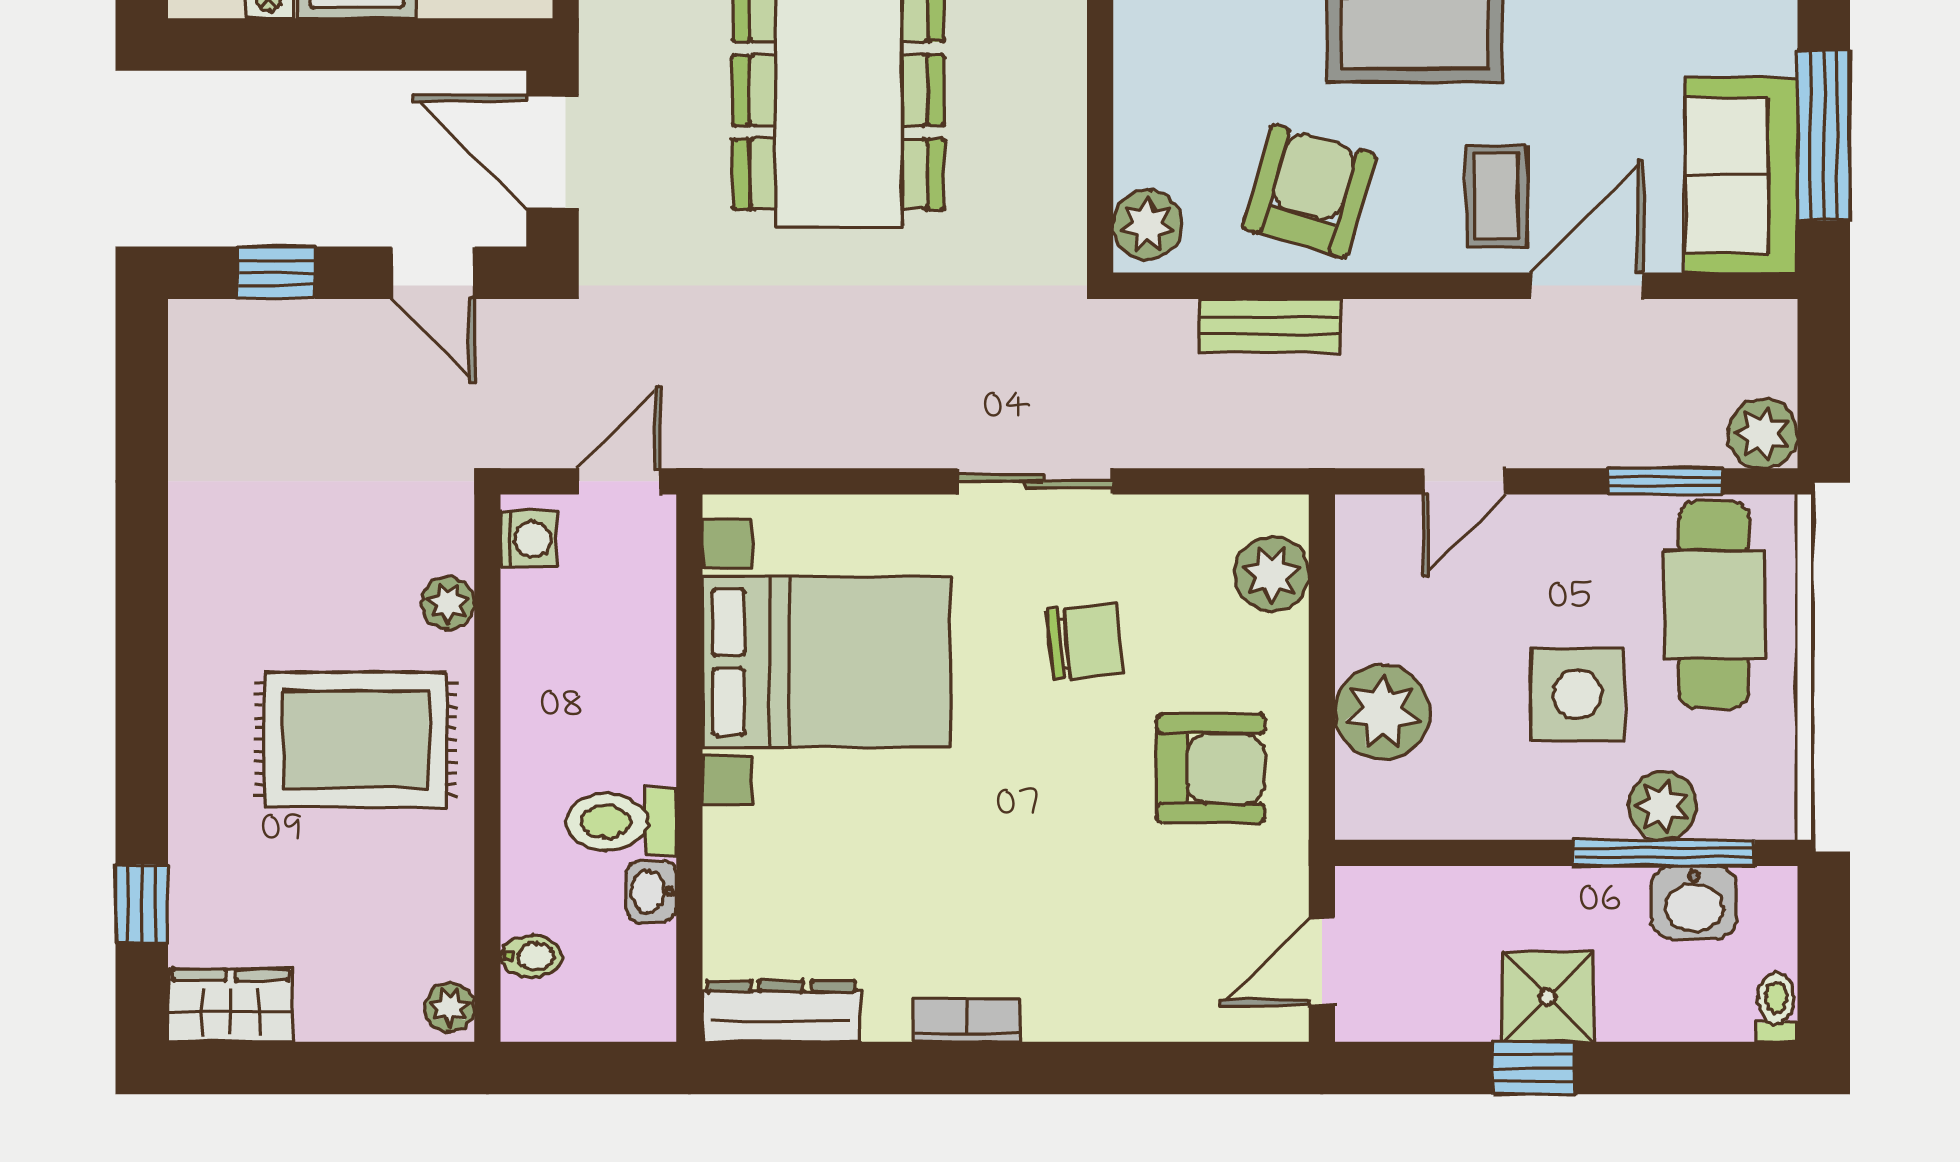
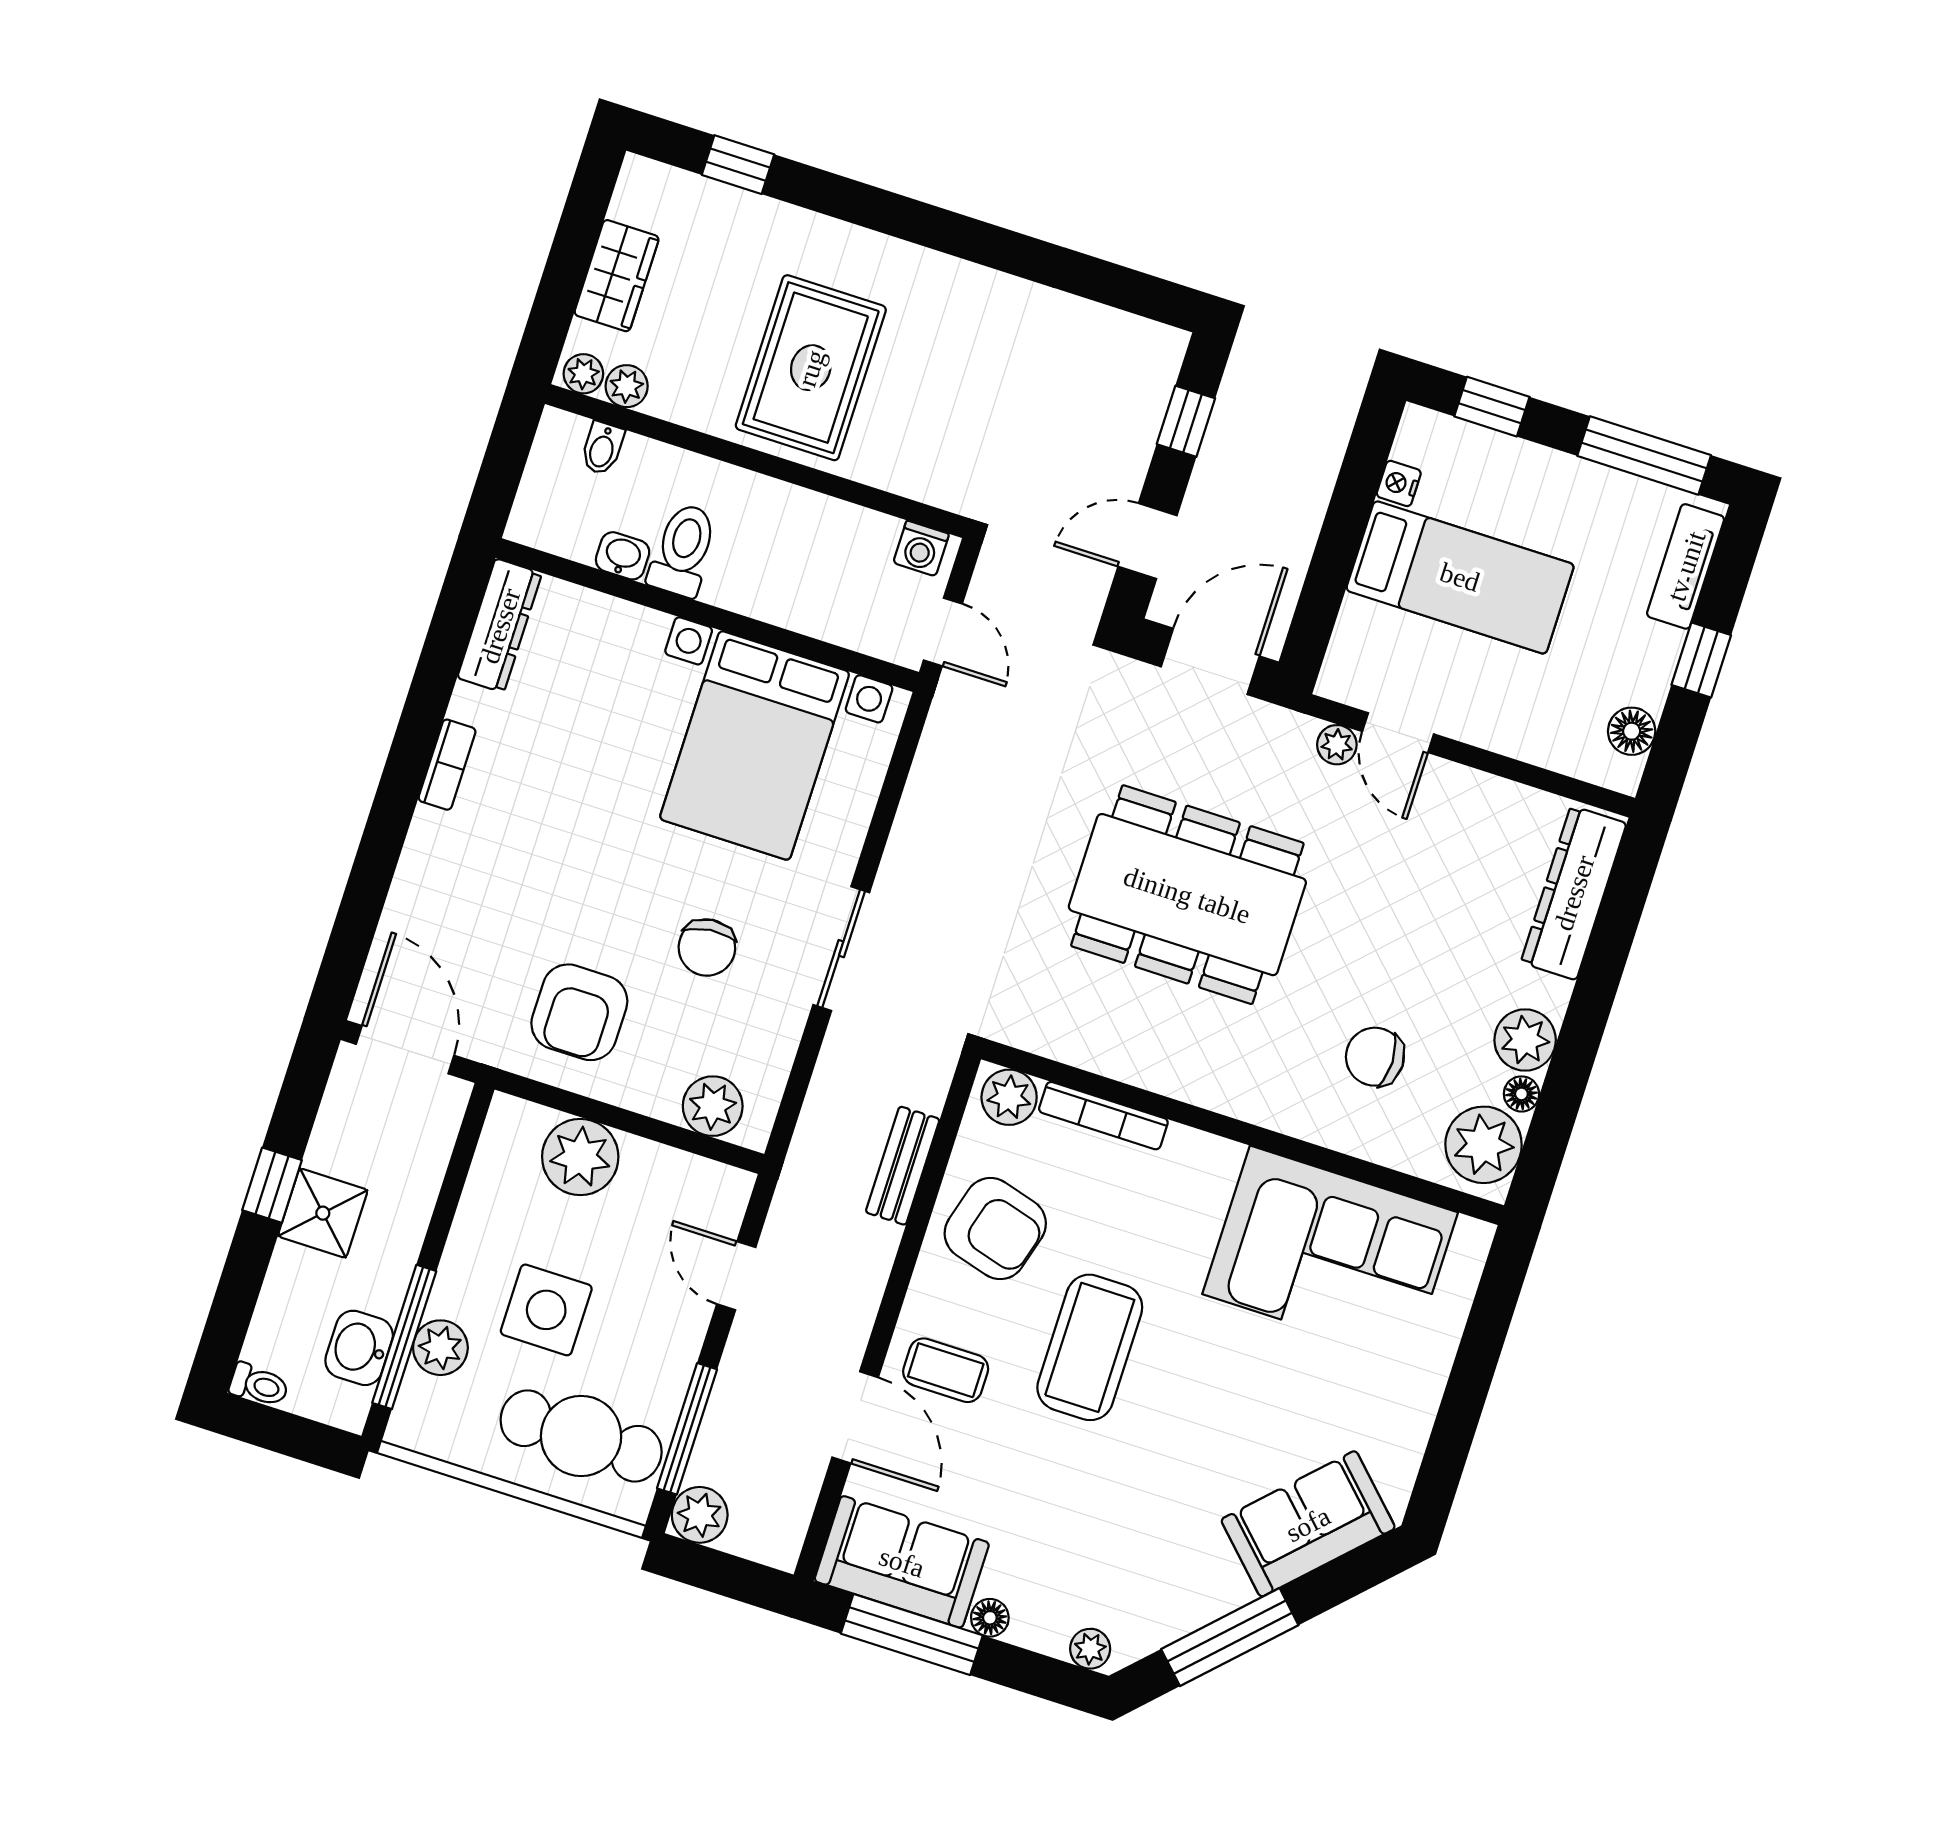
floor lamp: (1774, 49) -> (990, 1618), added
bookcase: (1134, 106) -> (1103, 1116), added
window: (1665, 481) -> (687, 1429), width x1.44
plant: (448, 603) -> (627, 386), moved
door: (1322, 962) -> (405, 1050), width x1.38
wardrobe: (231, 1006) -> (617, 276), moved

